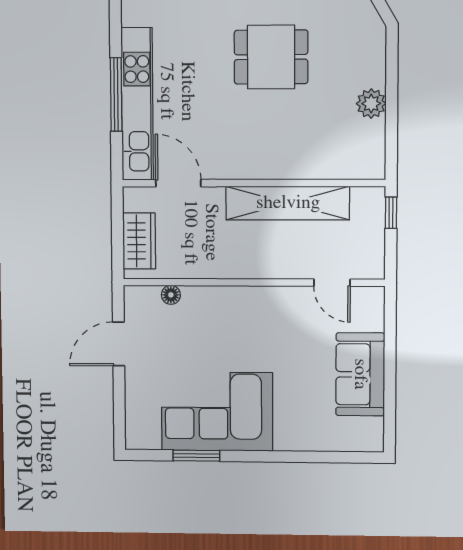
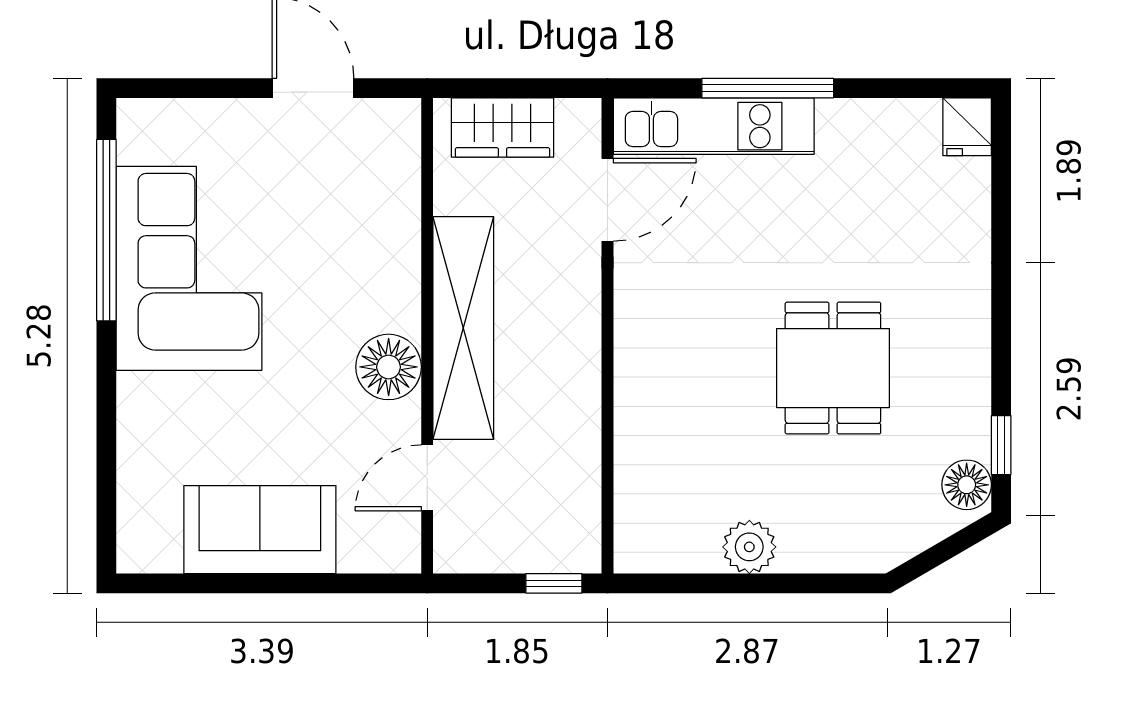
kitchen unit: (137, 104) -> (714, 126), width x0.73
shelving: (288, 203) -> (463, 328), moved
floor lamp: (171, 295) -> (389, 367), moved, width x1.89, depth x1.89
window: (196, 456) -> (106, 230), width x2.11

